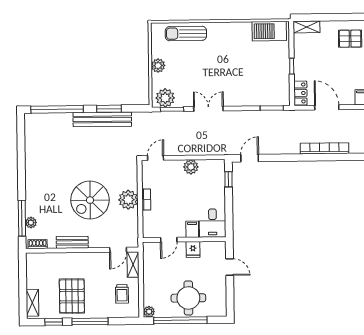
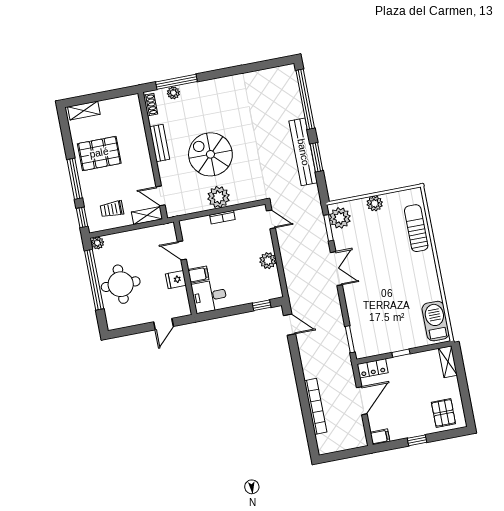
window: (54, 322) -> (82, 217), moved

